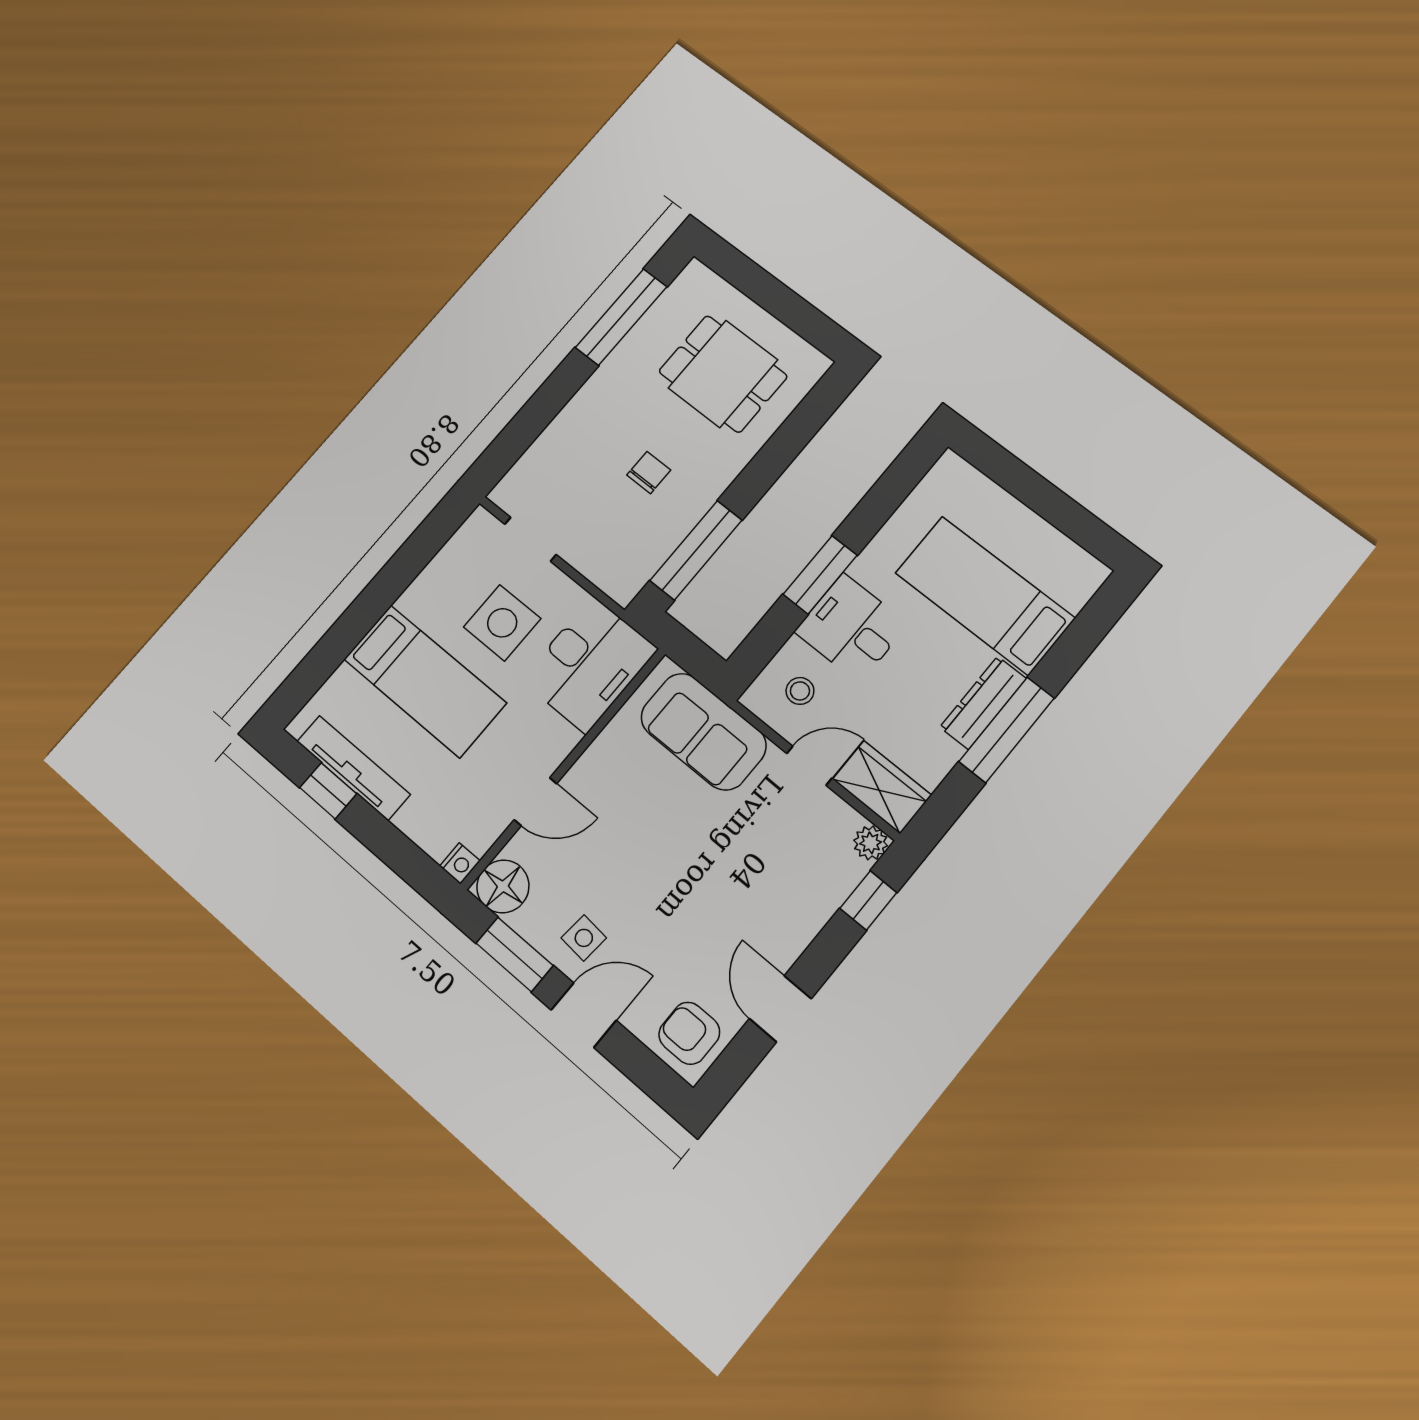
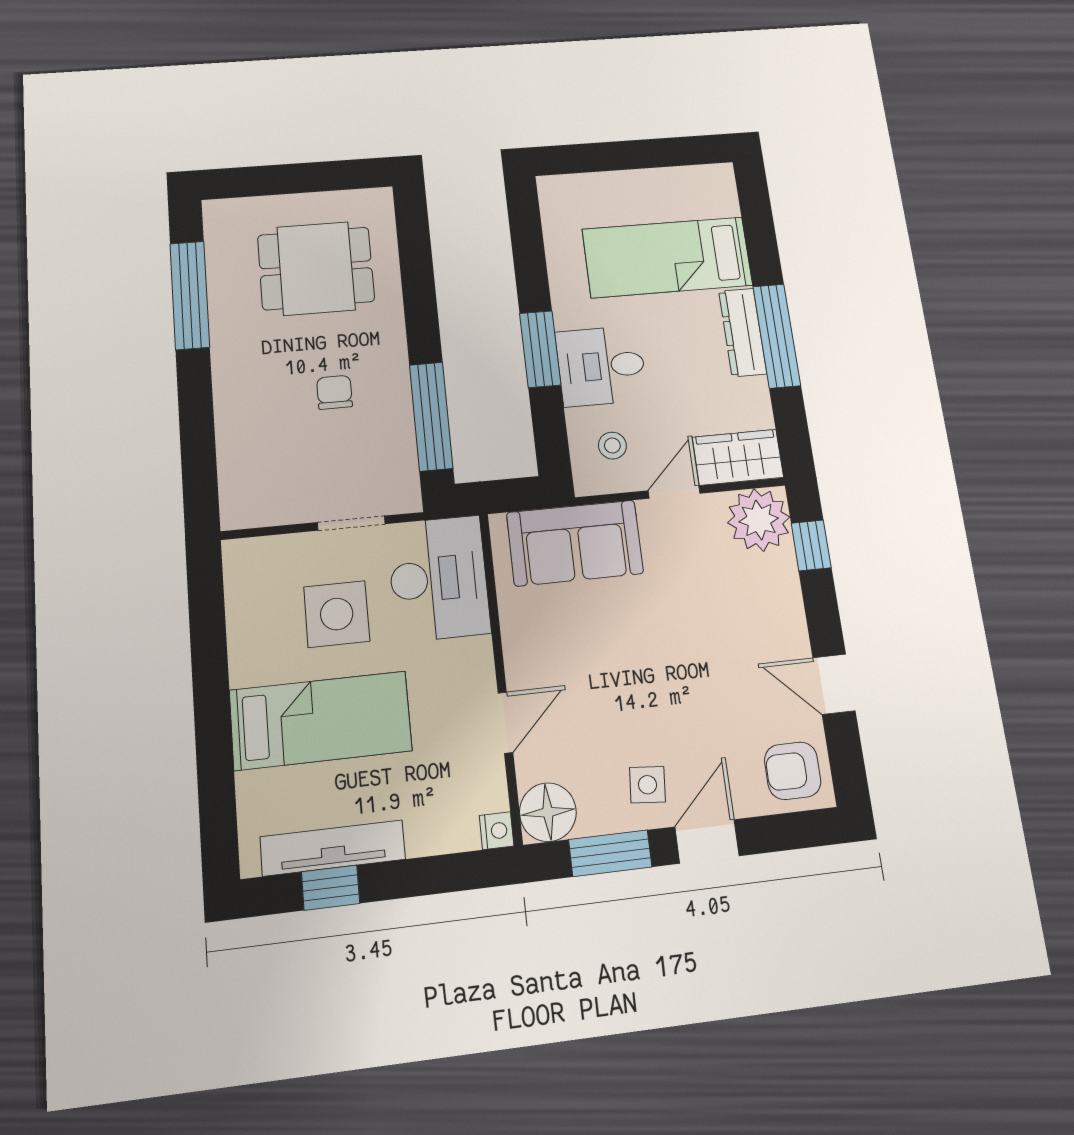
doorway: (530, 539) -> (351, 523), moved
plant: (871, 843) -> (759, 520), width x1.87, depth x1.87

